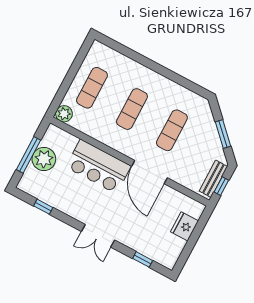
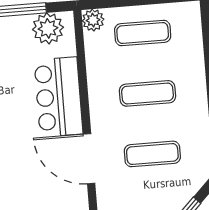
plant: (44, 159) -> (48, 28), moved
door: (149, 172) -> (89, 159), hinge flipped

